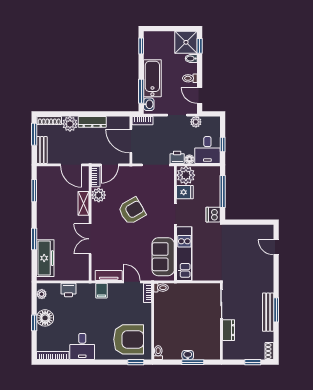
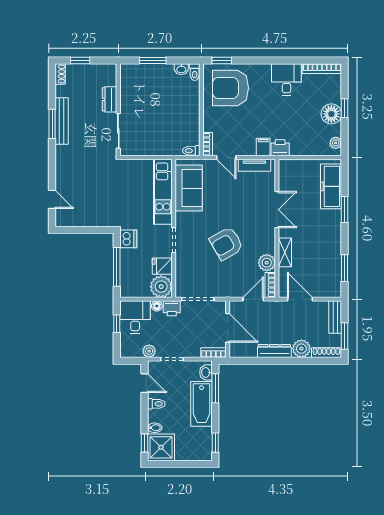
printer: (68, 290) -> (280, 148), moved
washbasin: (188, 355) -> (181, 69), moved

